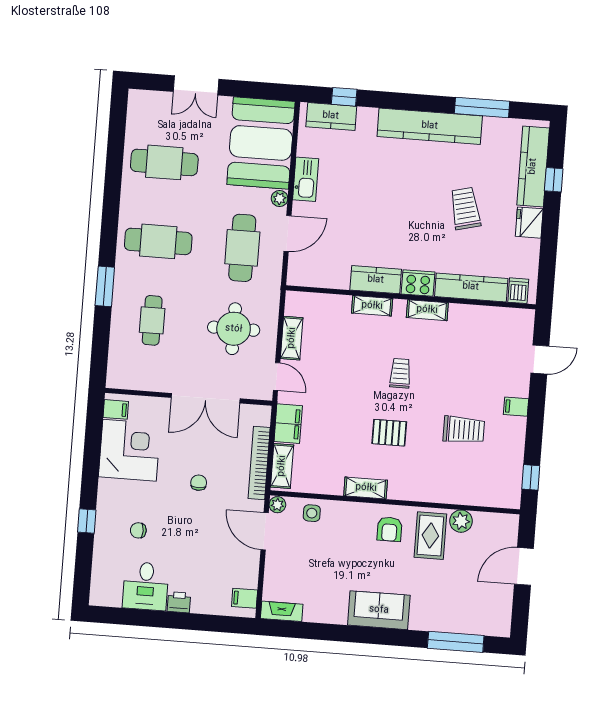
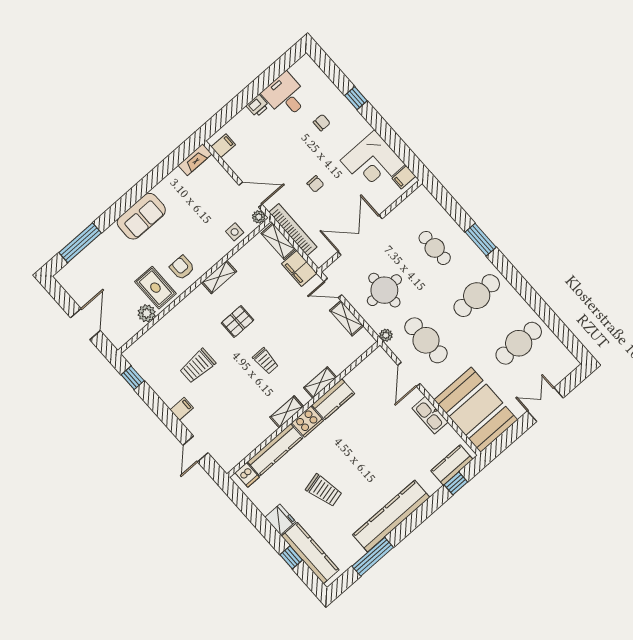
plant: (280, 198) -> (386, 335), moved

